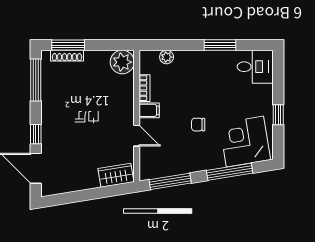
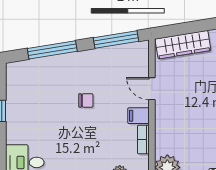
corner desk: (245, 142) -> (36, 82), removed
wardrobe: (116, 175) -> (183, 45), width x1.50

